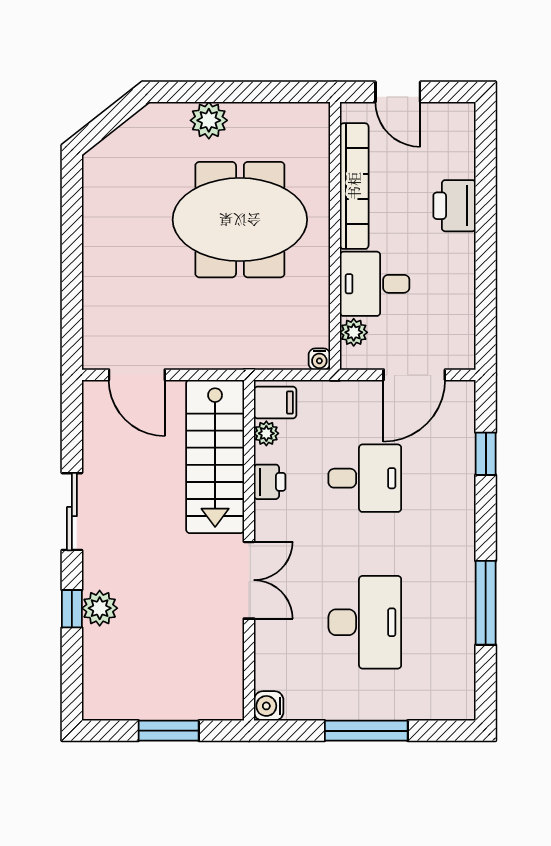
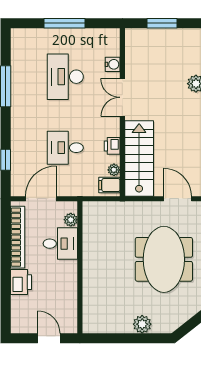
bookcase: (354, 186) -> (18, 237), moved, turned 180
meeting table: (240, 220) -> (164, 259), moved, turned 90
water cooler: (319, 359) -> (88, 206), removed
water cooler: (269, 706) -> (113, 64), moved

